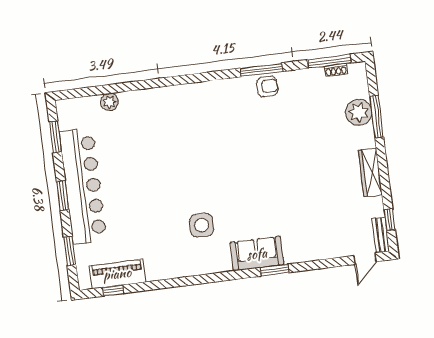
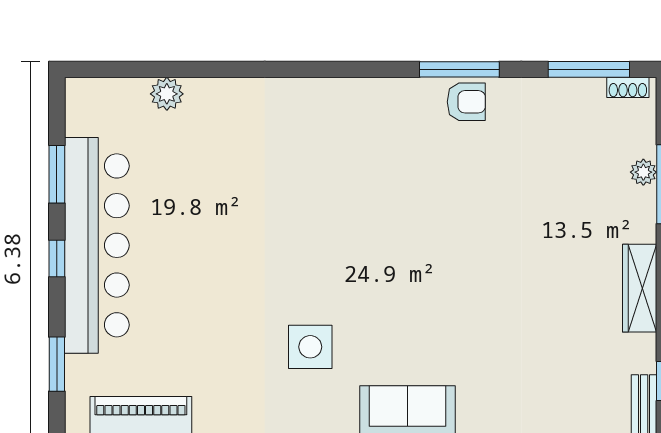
shoe rack: (336, 70) -> (628, 87), moved
plant: (359, 112) -> (643, 172), width x0.53, depth x0.53
window: (55, 137) -> (57, 174), moved
window: (63, 196) -> (57, 258), width x0.67

